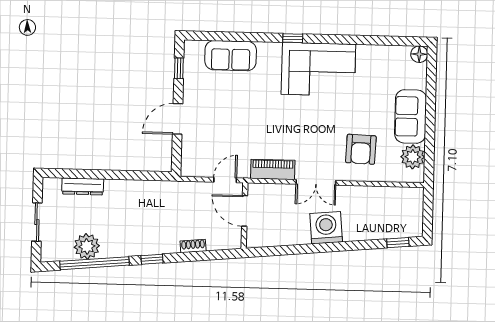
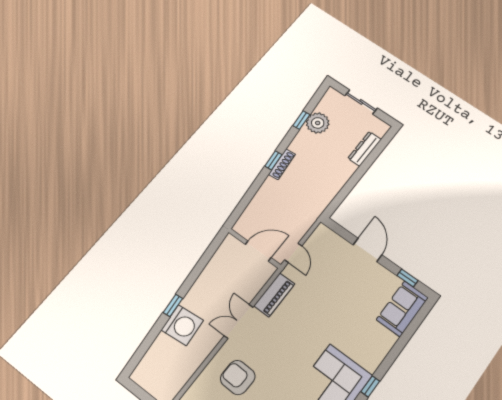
sofa: (231, 56) -> (402, 309), moved
washing machine: (326, 228) -> (182, 325), moved
window: (398, 243) -> (173, 305), moved
shoe rack: (193, 246) -> (282, 164), moved, width x1.43
window: (94, 263) -> (301, 120), width x0.32

